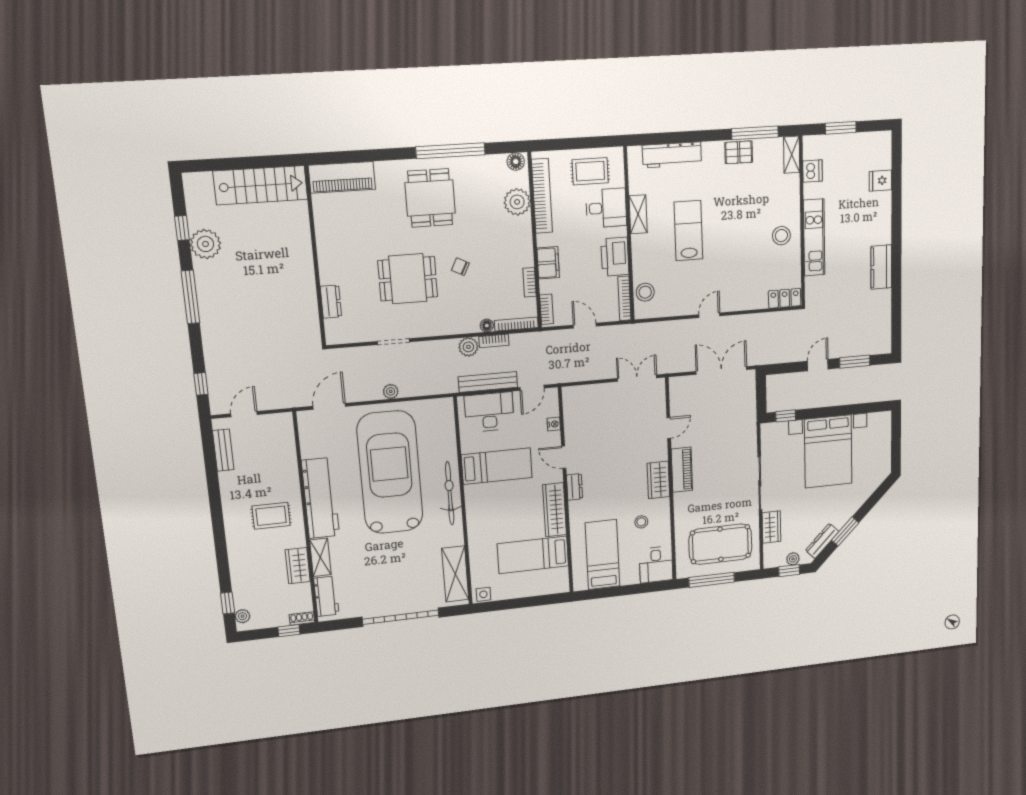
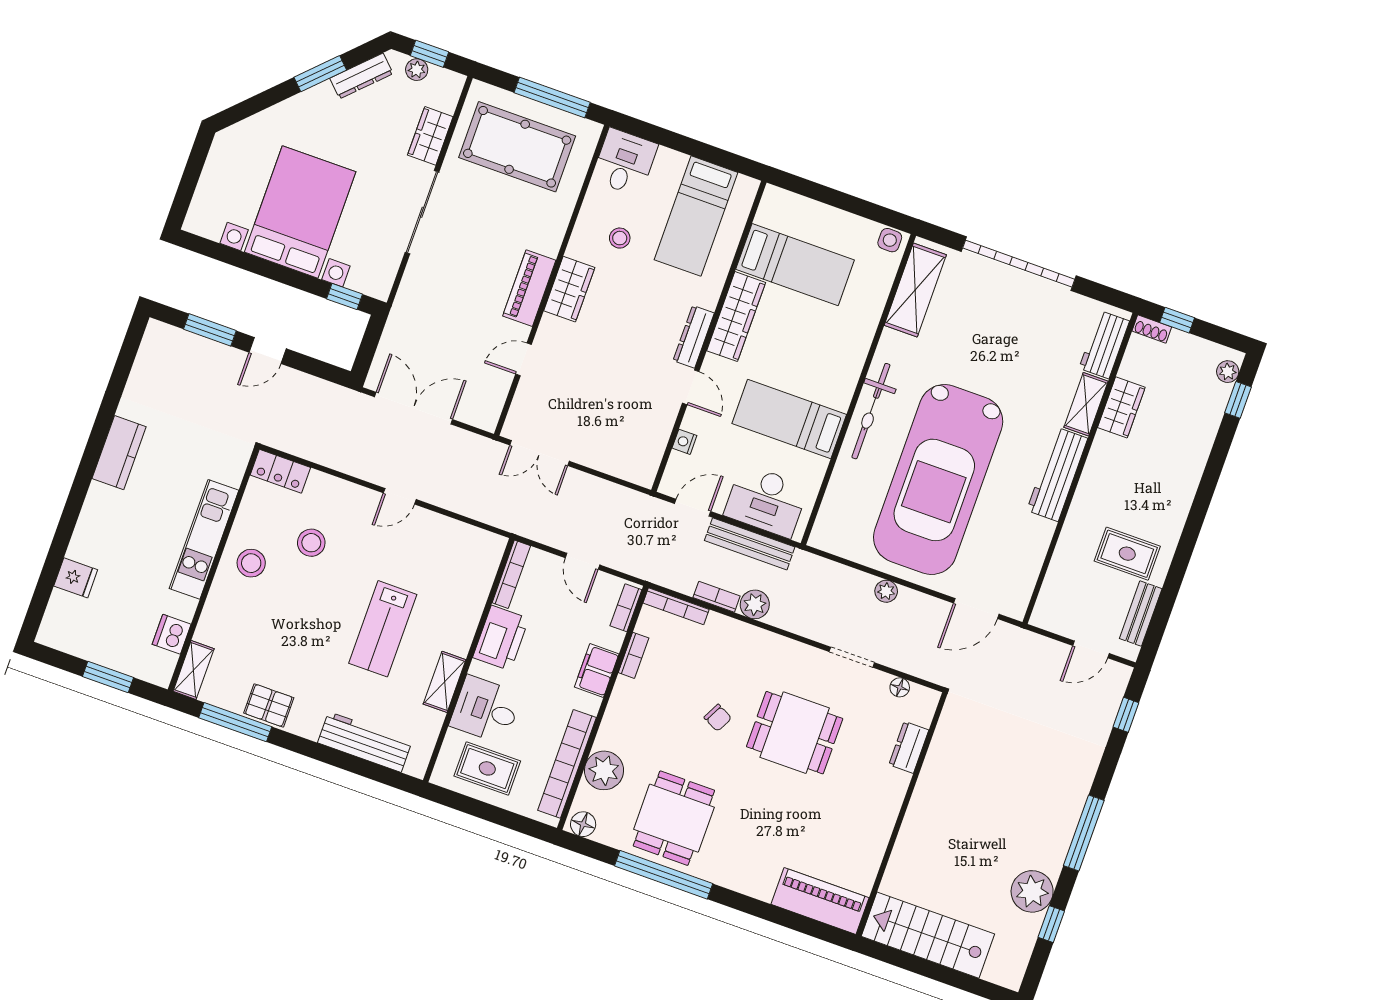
dining table: (430, 198) -> (674, 818), moved
stool: (645, 292) -> (311, 543), moved
floor lamp: (487, 326) -> (900, 687), moved
double door: (721, 370) -> (413, 408), swing flipped
dresser: (575, 487) -> (694, 337), width x1.44
workbench: (320, 498) -> (1057, 474), width x0.73, depth x0.76
rug: (271, 516) -> (1127, 554), moved

